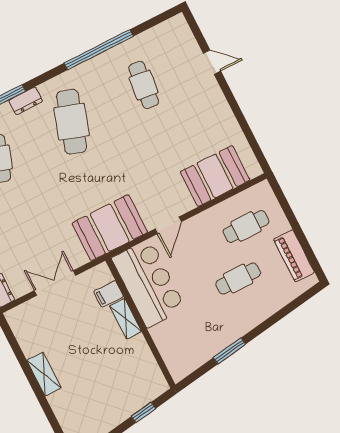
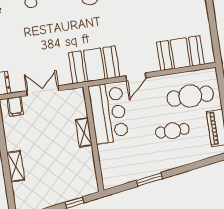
cafe table: (246, 227) -> (190, 96), width x1.37, depth x1.35
filing cabinet: (109, 294) -> (15, 106), moved, turned -90
shelving: (44, 374) -> (16, 166), moved

